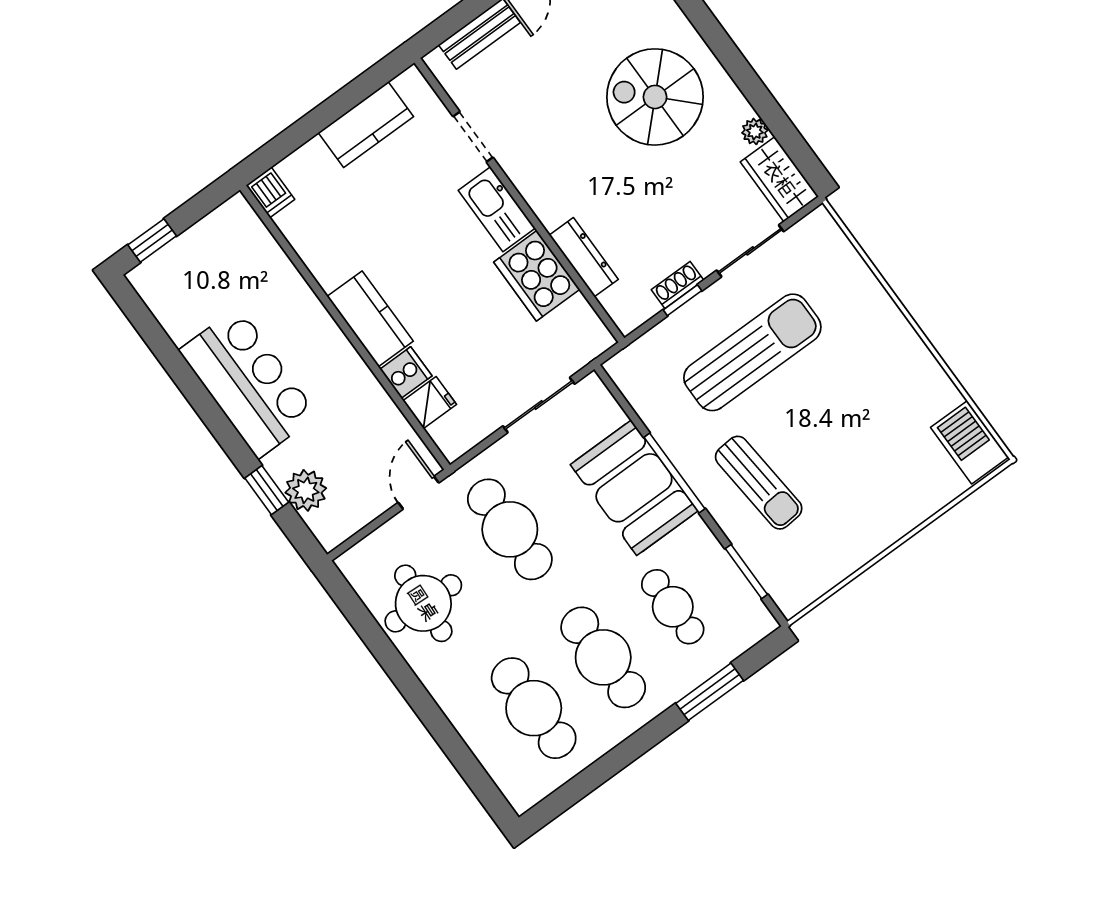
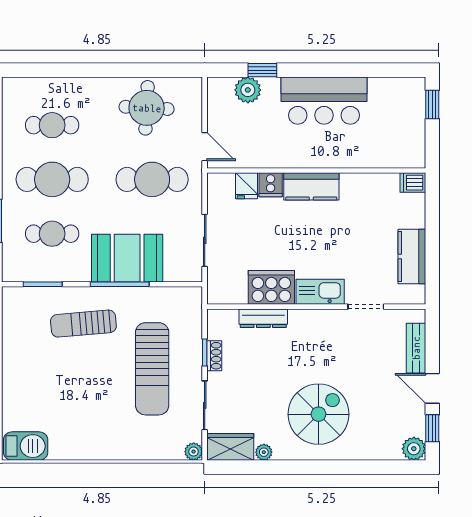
plant: (820, 222) -> (194, 452), added
cafe table: (534, 708) -> (52, 125), width x0.73, depth x0.74

